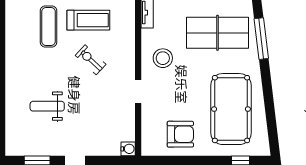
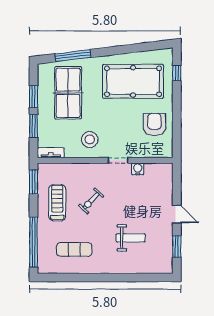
exercise mat: (48, 26) -> (74, 249), moved
weight bench: (47, 106) -> (131, 238), turned -90
water cooler: (128, 149) -> (138, 169), moved

